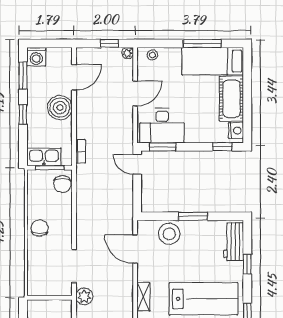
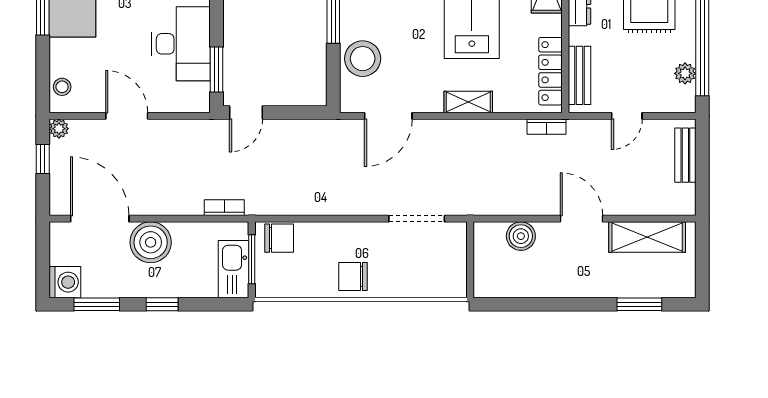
door: (74, 77) -> (100, 219), width x1.36
desk: (162, 126) -> (181, 44), moved
plant: (84, 296) -> (468, 201), removed

